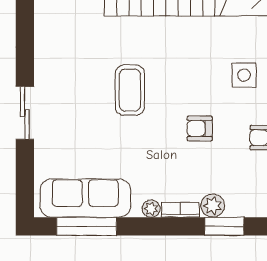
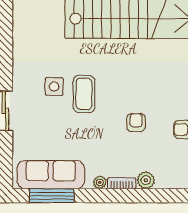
side table: (244, 75) -> (54, 86), moved
armchair: (200, 128) -> (136, 123), turned 90
window: (224, 226) -> (154, 196), removed

